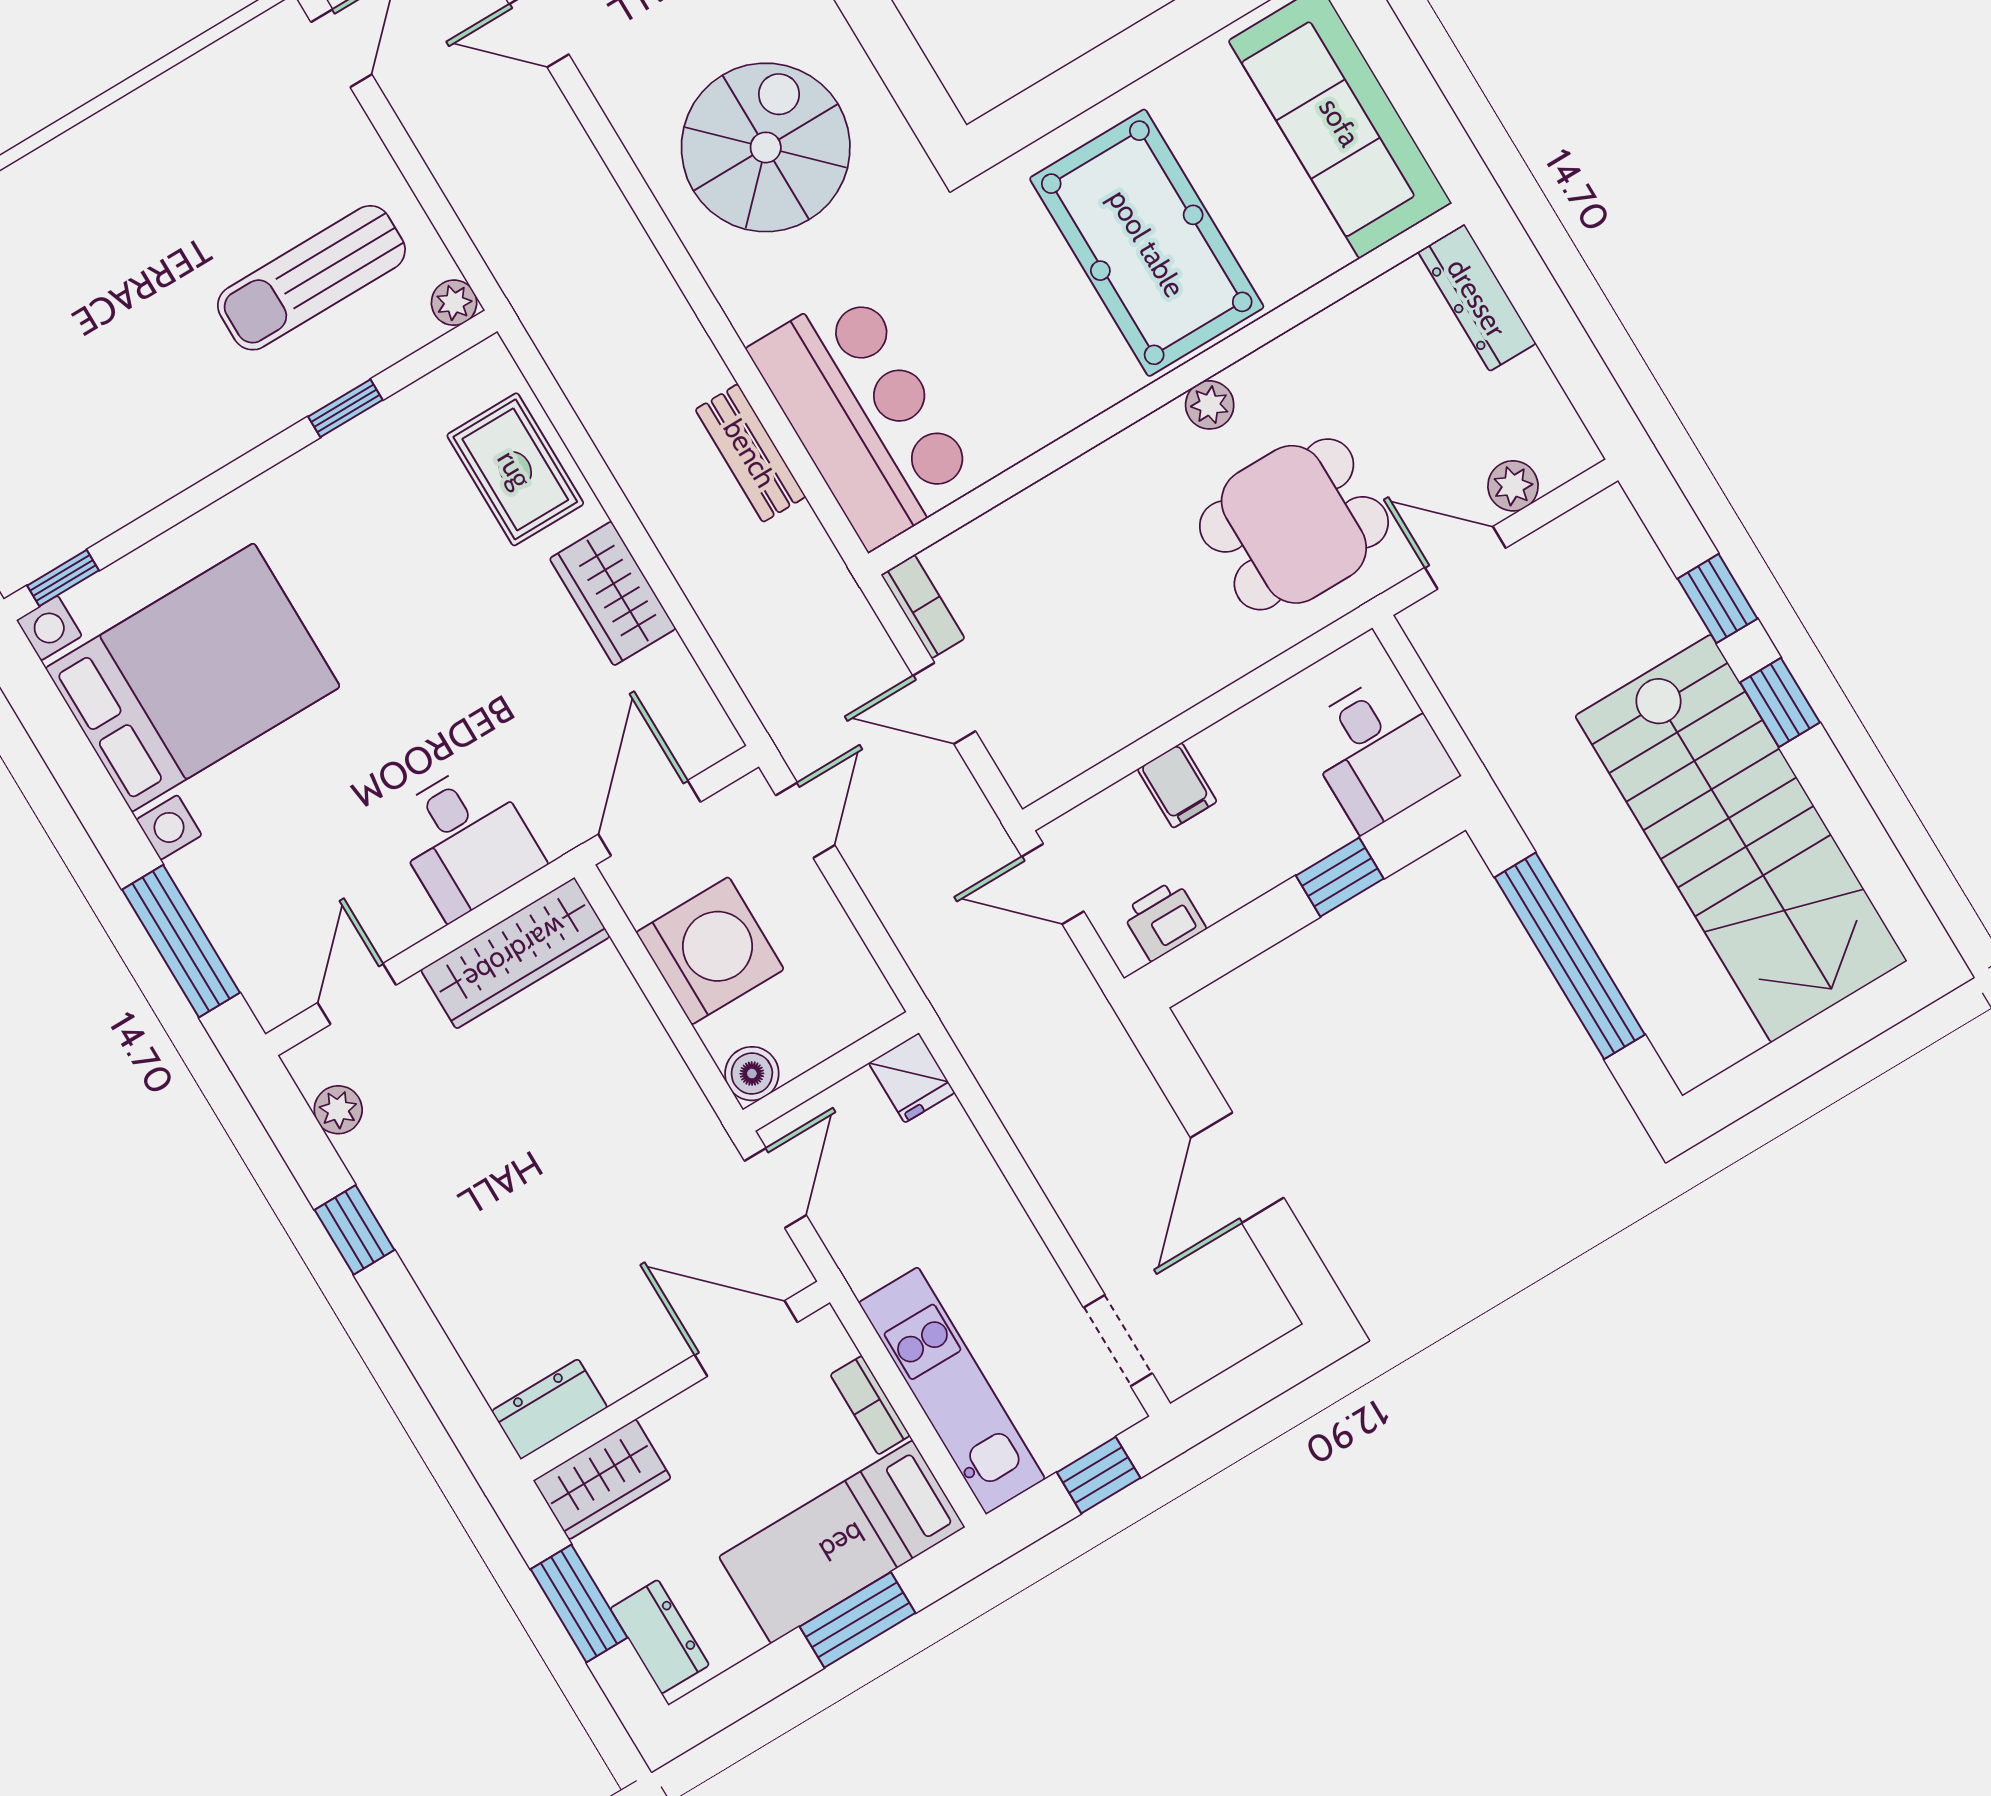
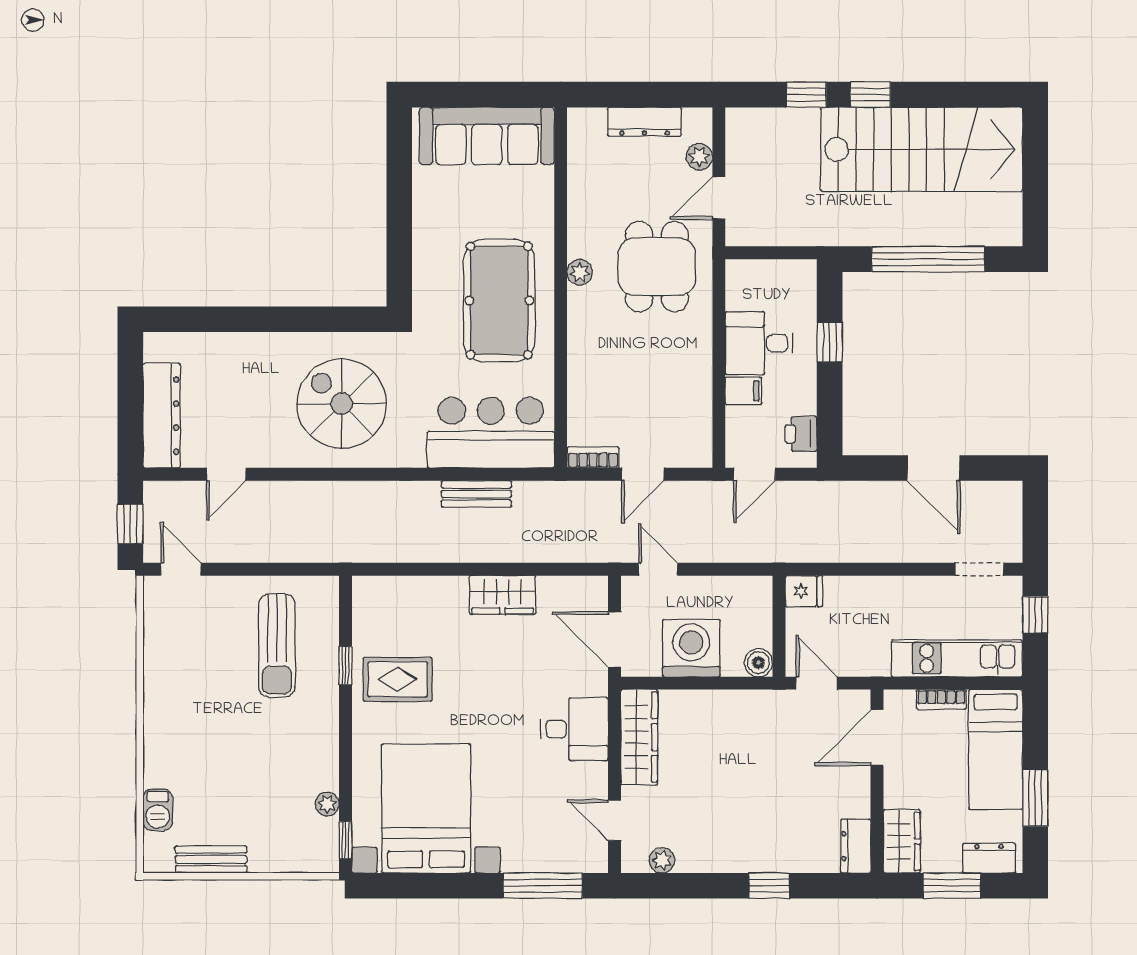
pool table: (1147, 243) -> (499, 301), moved, turned 90
dresser: (1477, 298) -> (644, 122), moved
plant: (454, 303) -> (327, 804), moved
rug: (515, 469) -> (398, 679), moved
desk: (1378, 752) -> (759, 343), moved, turned 180
window: (355, 1230) -> (769, 886), moved
window: (858, 1620) -> (1035, 798), moved

